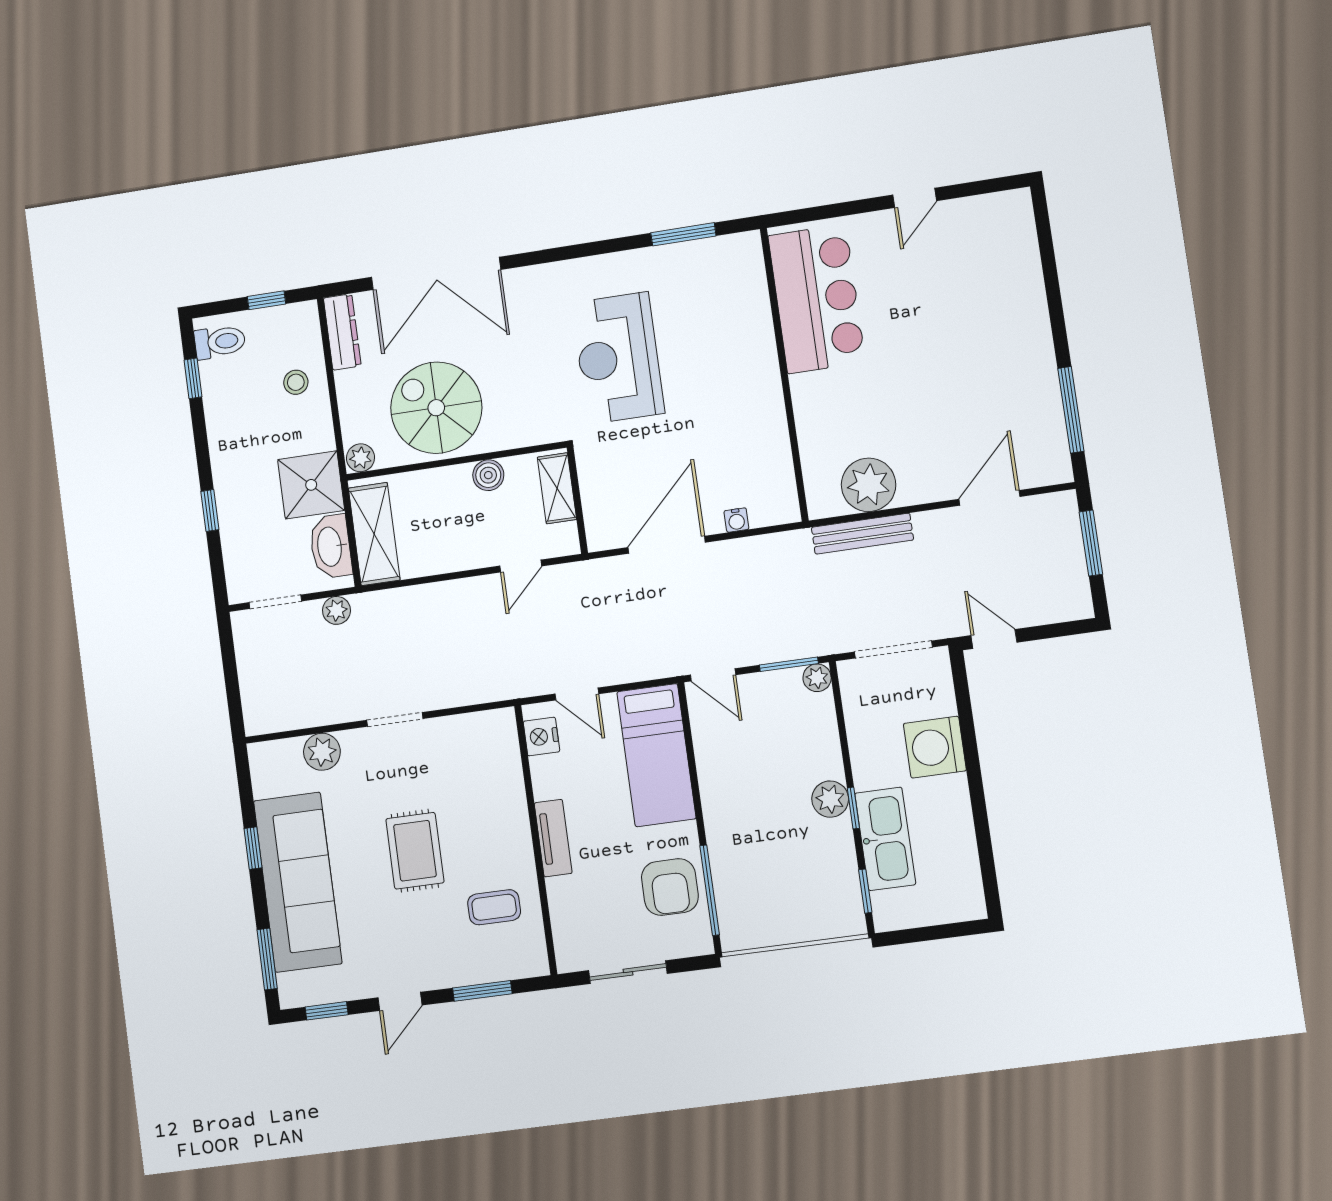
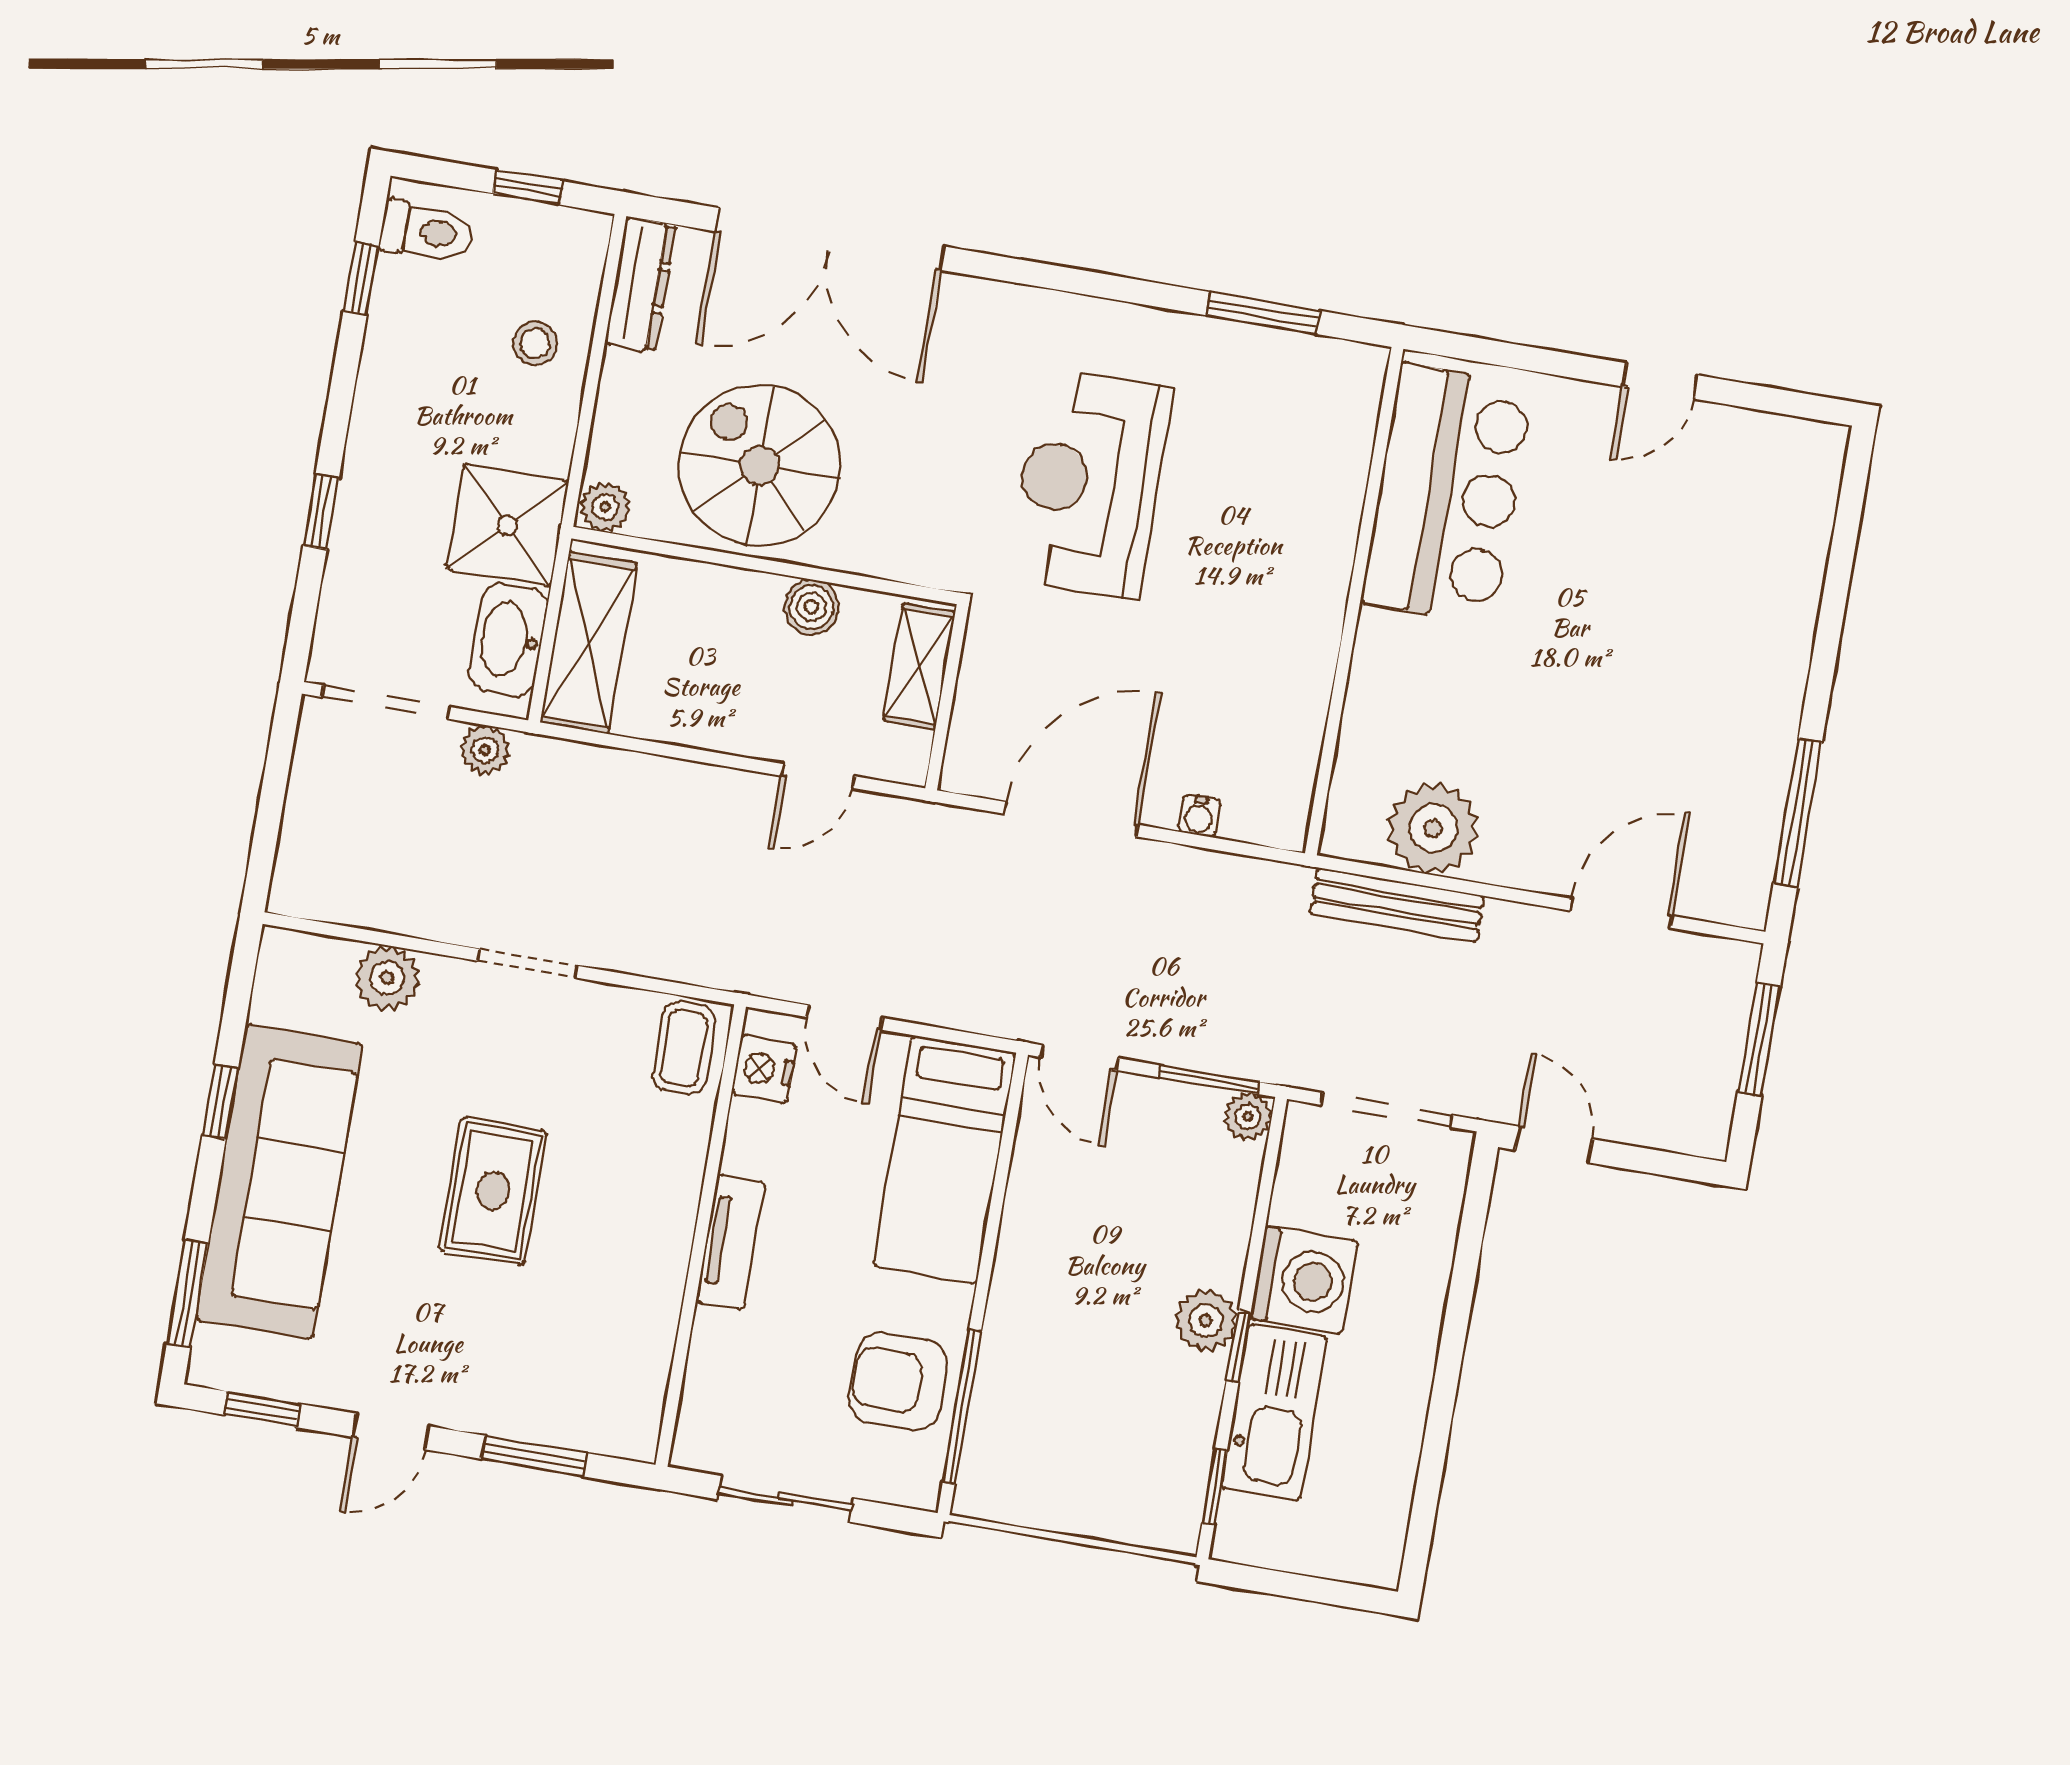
doorway: (275, 602) -> (386, 702), width x1.38
washing machine: (935, 747) -> (1304, 1280), moved, turned 180
armchair: (670, 887) -> (898, 1382), turned 90
coffee table: (494, 907) -> (684, 1048), moved, turned 90

